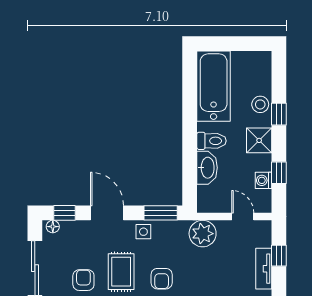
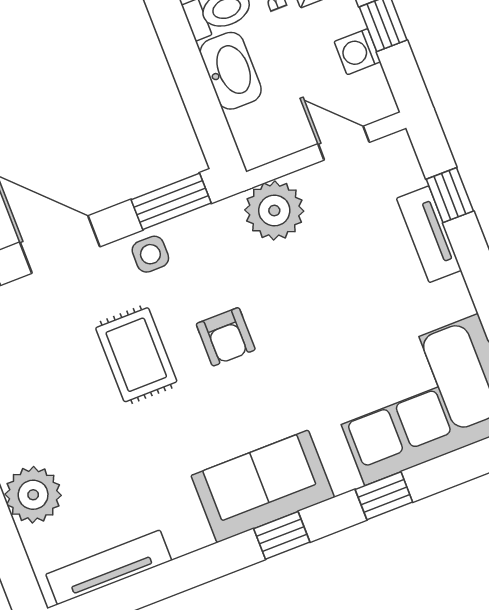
armchair: (83, 280) -> (65, 402), removed

